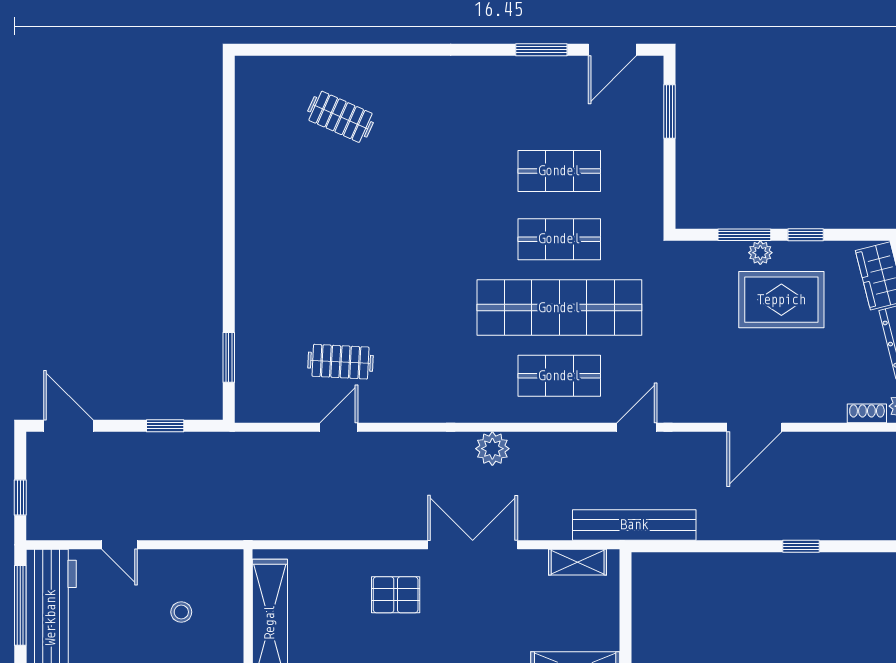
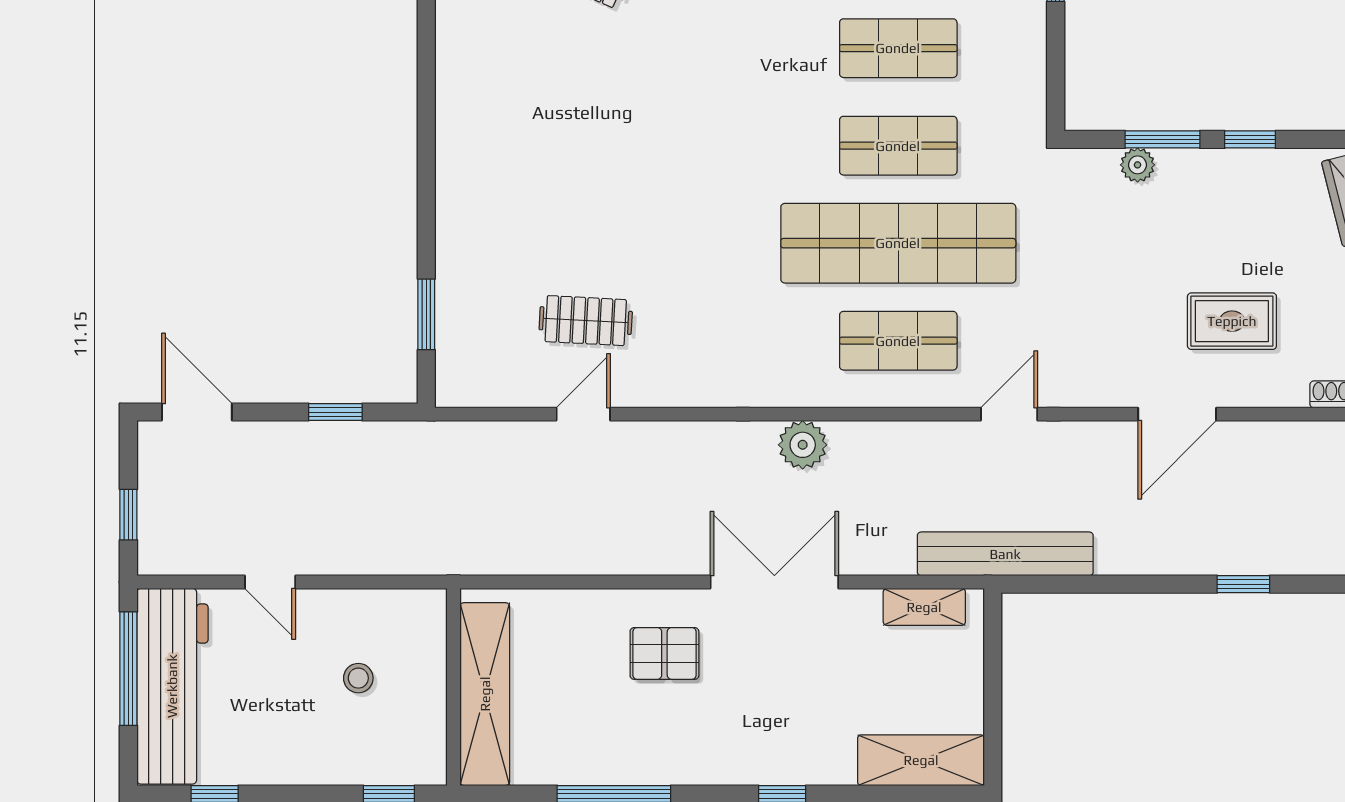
plant: (760, 253) -> (1138, 165), moved
rug: (781, 300) -> (1232, 321), moved, width x0.73, depth x0.70

